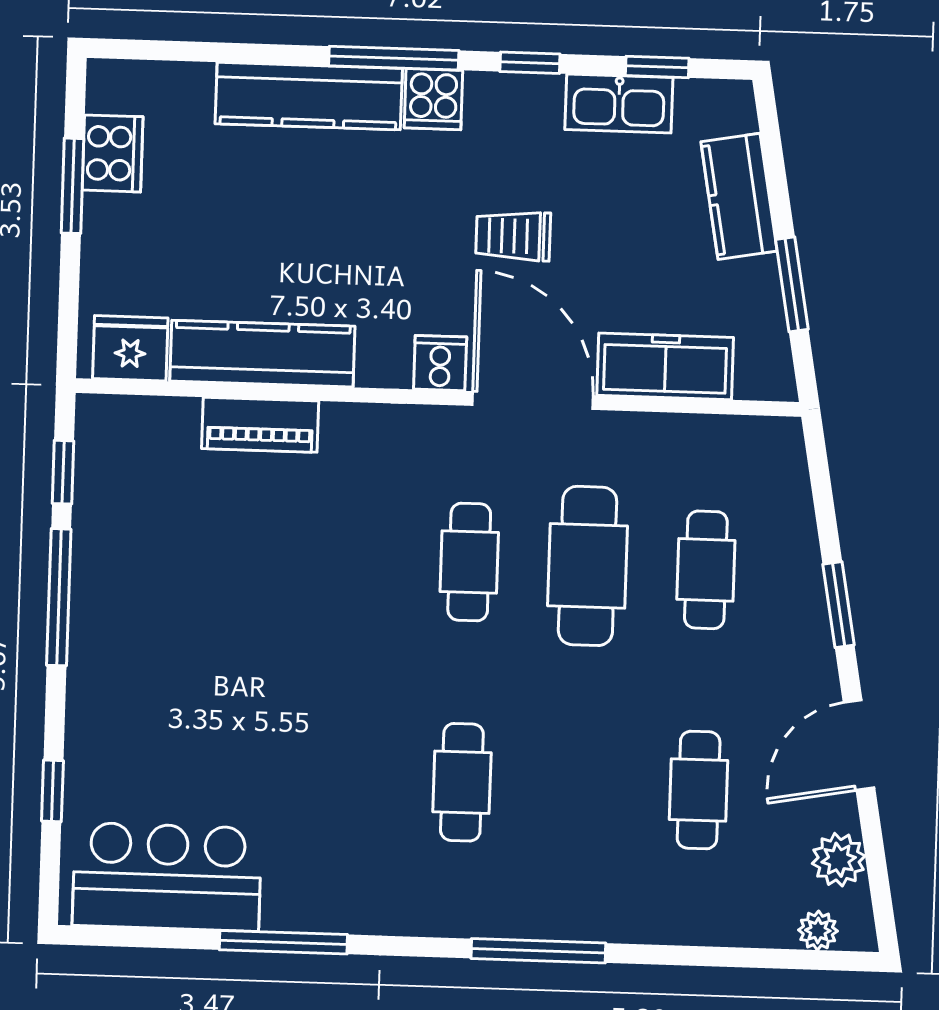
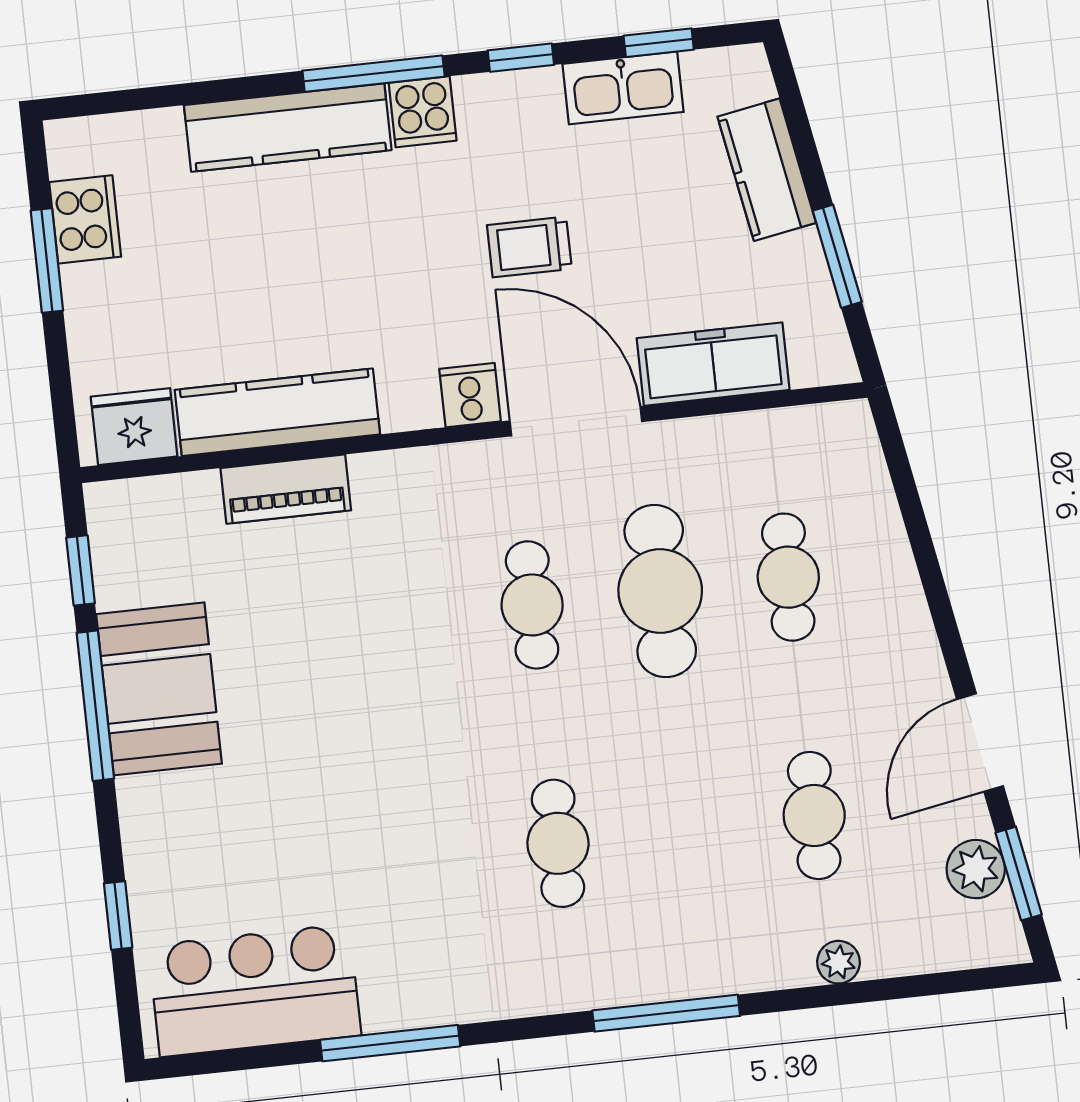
booth: (119, 590) -> (159, 689), added
window: (839, 605) -> (1019, 874), moved
plant: (818, 931) -> (838, 962), moved

